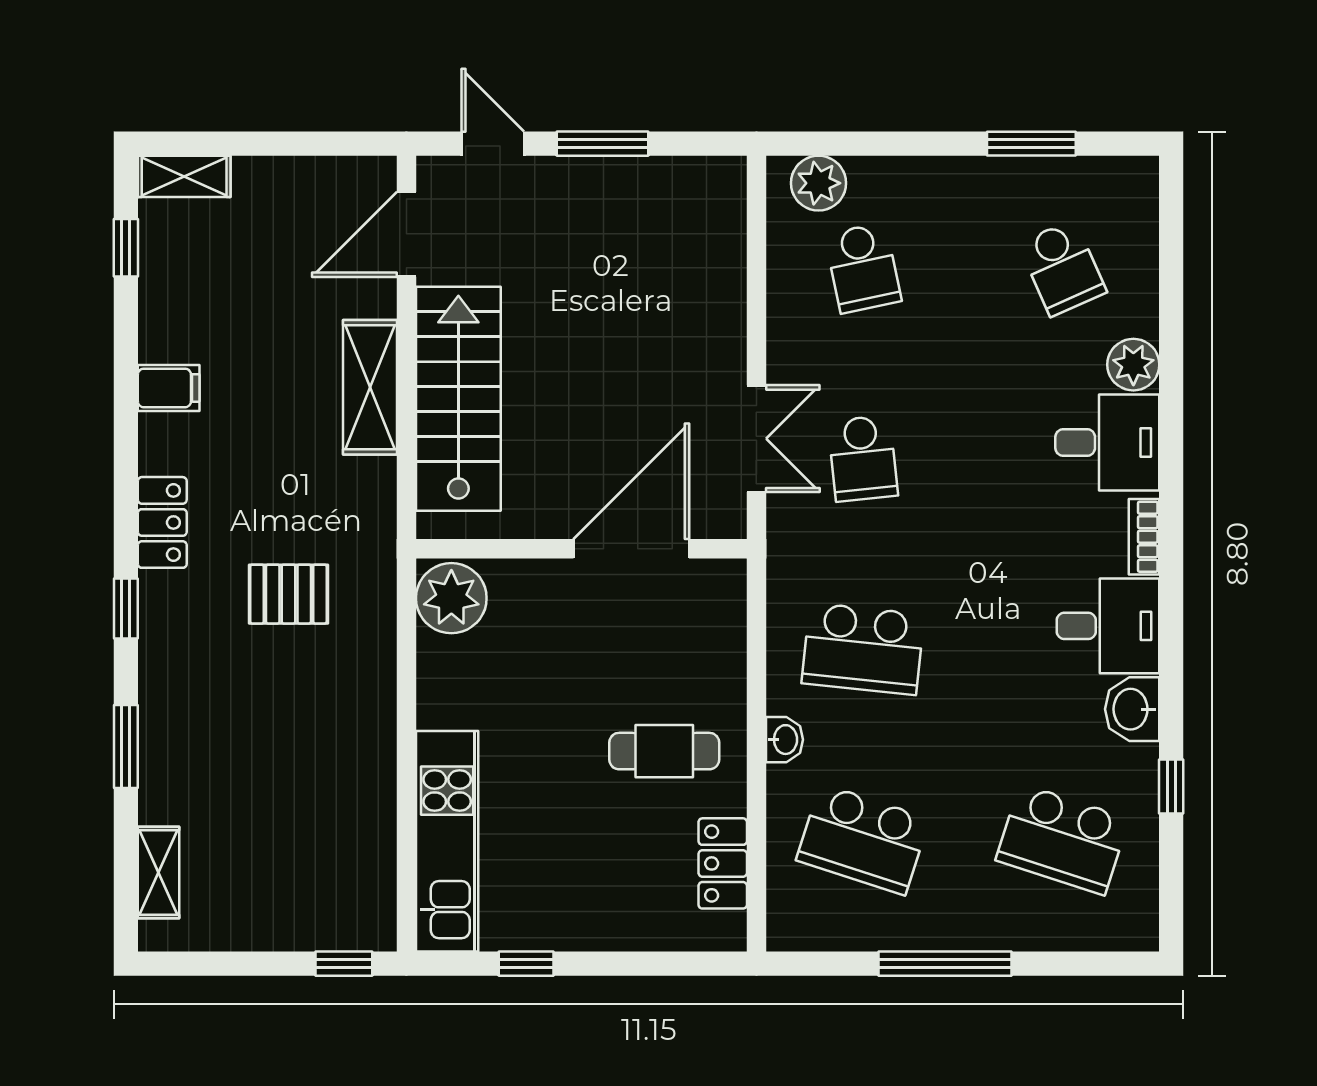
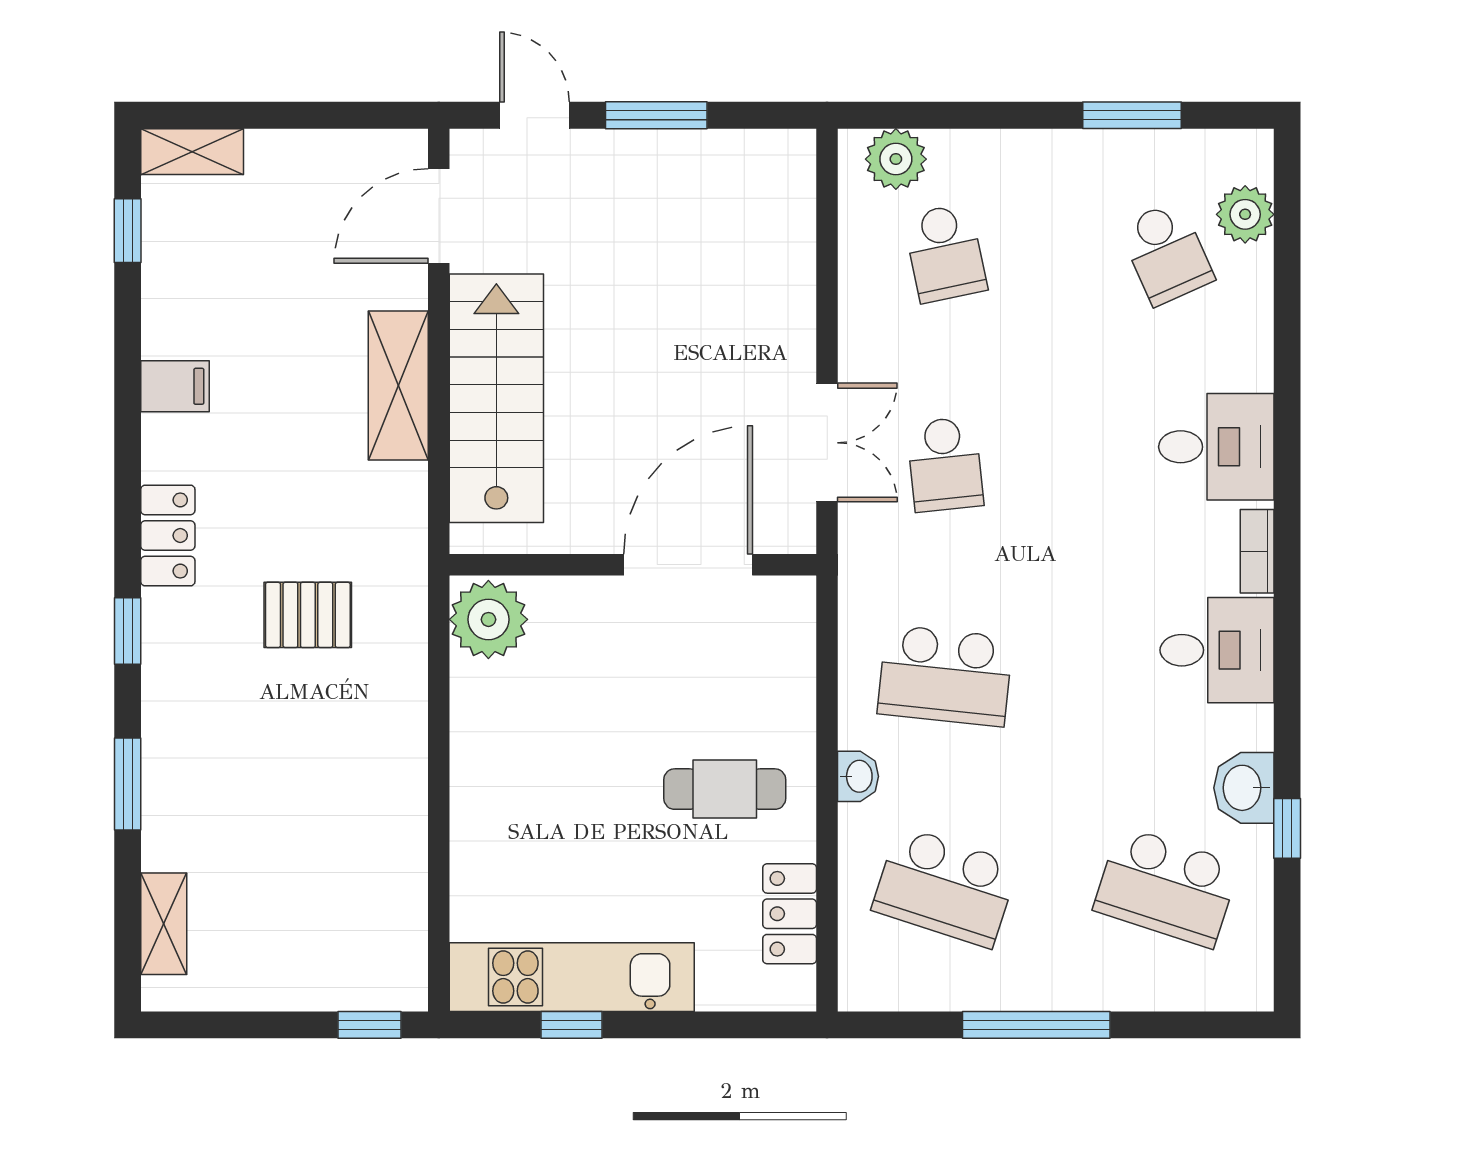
plant: (1133, 365) -> (1245, 214), moved
washbasin: (1132, 709) -> (1244, 788), moved
kitchen unit: (447, 841) -> (572, 977), moved, turned -90

